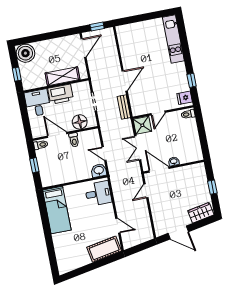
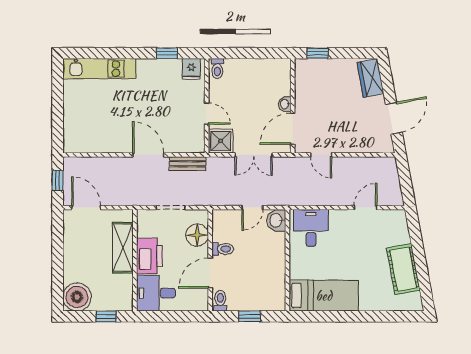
window: (212, 187) -> (318, 53), moved
cot: (104, 249) -> (403, 269), moved

